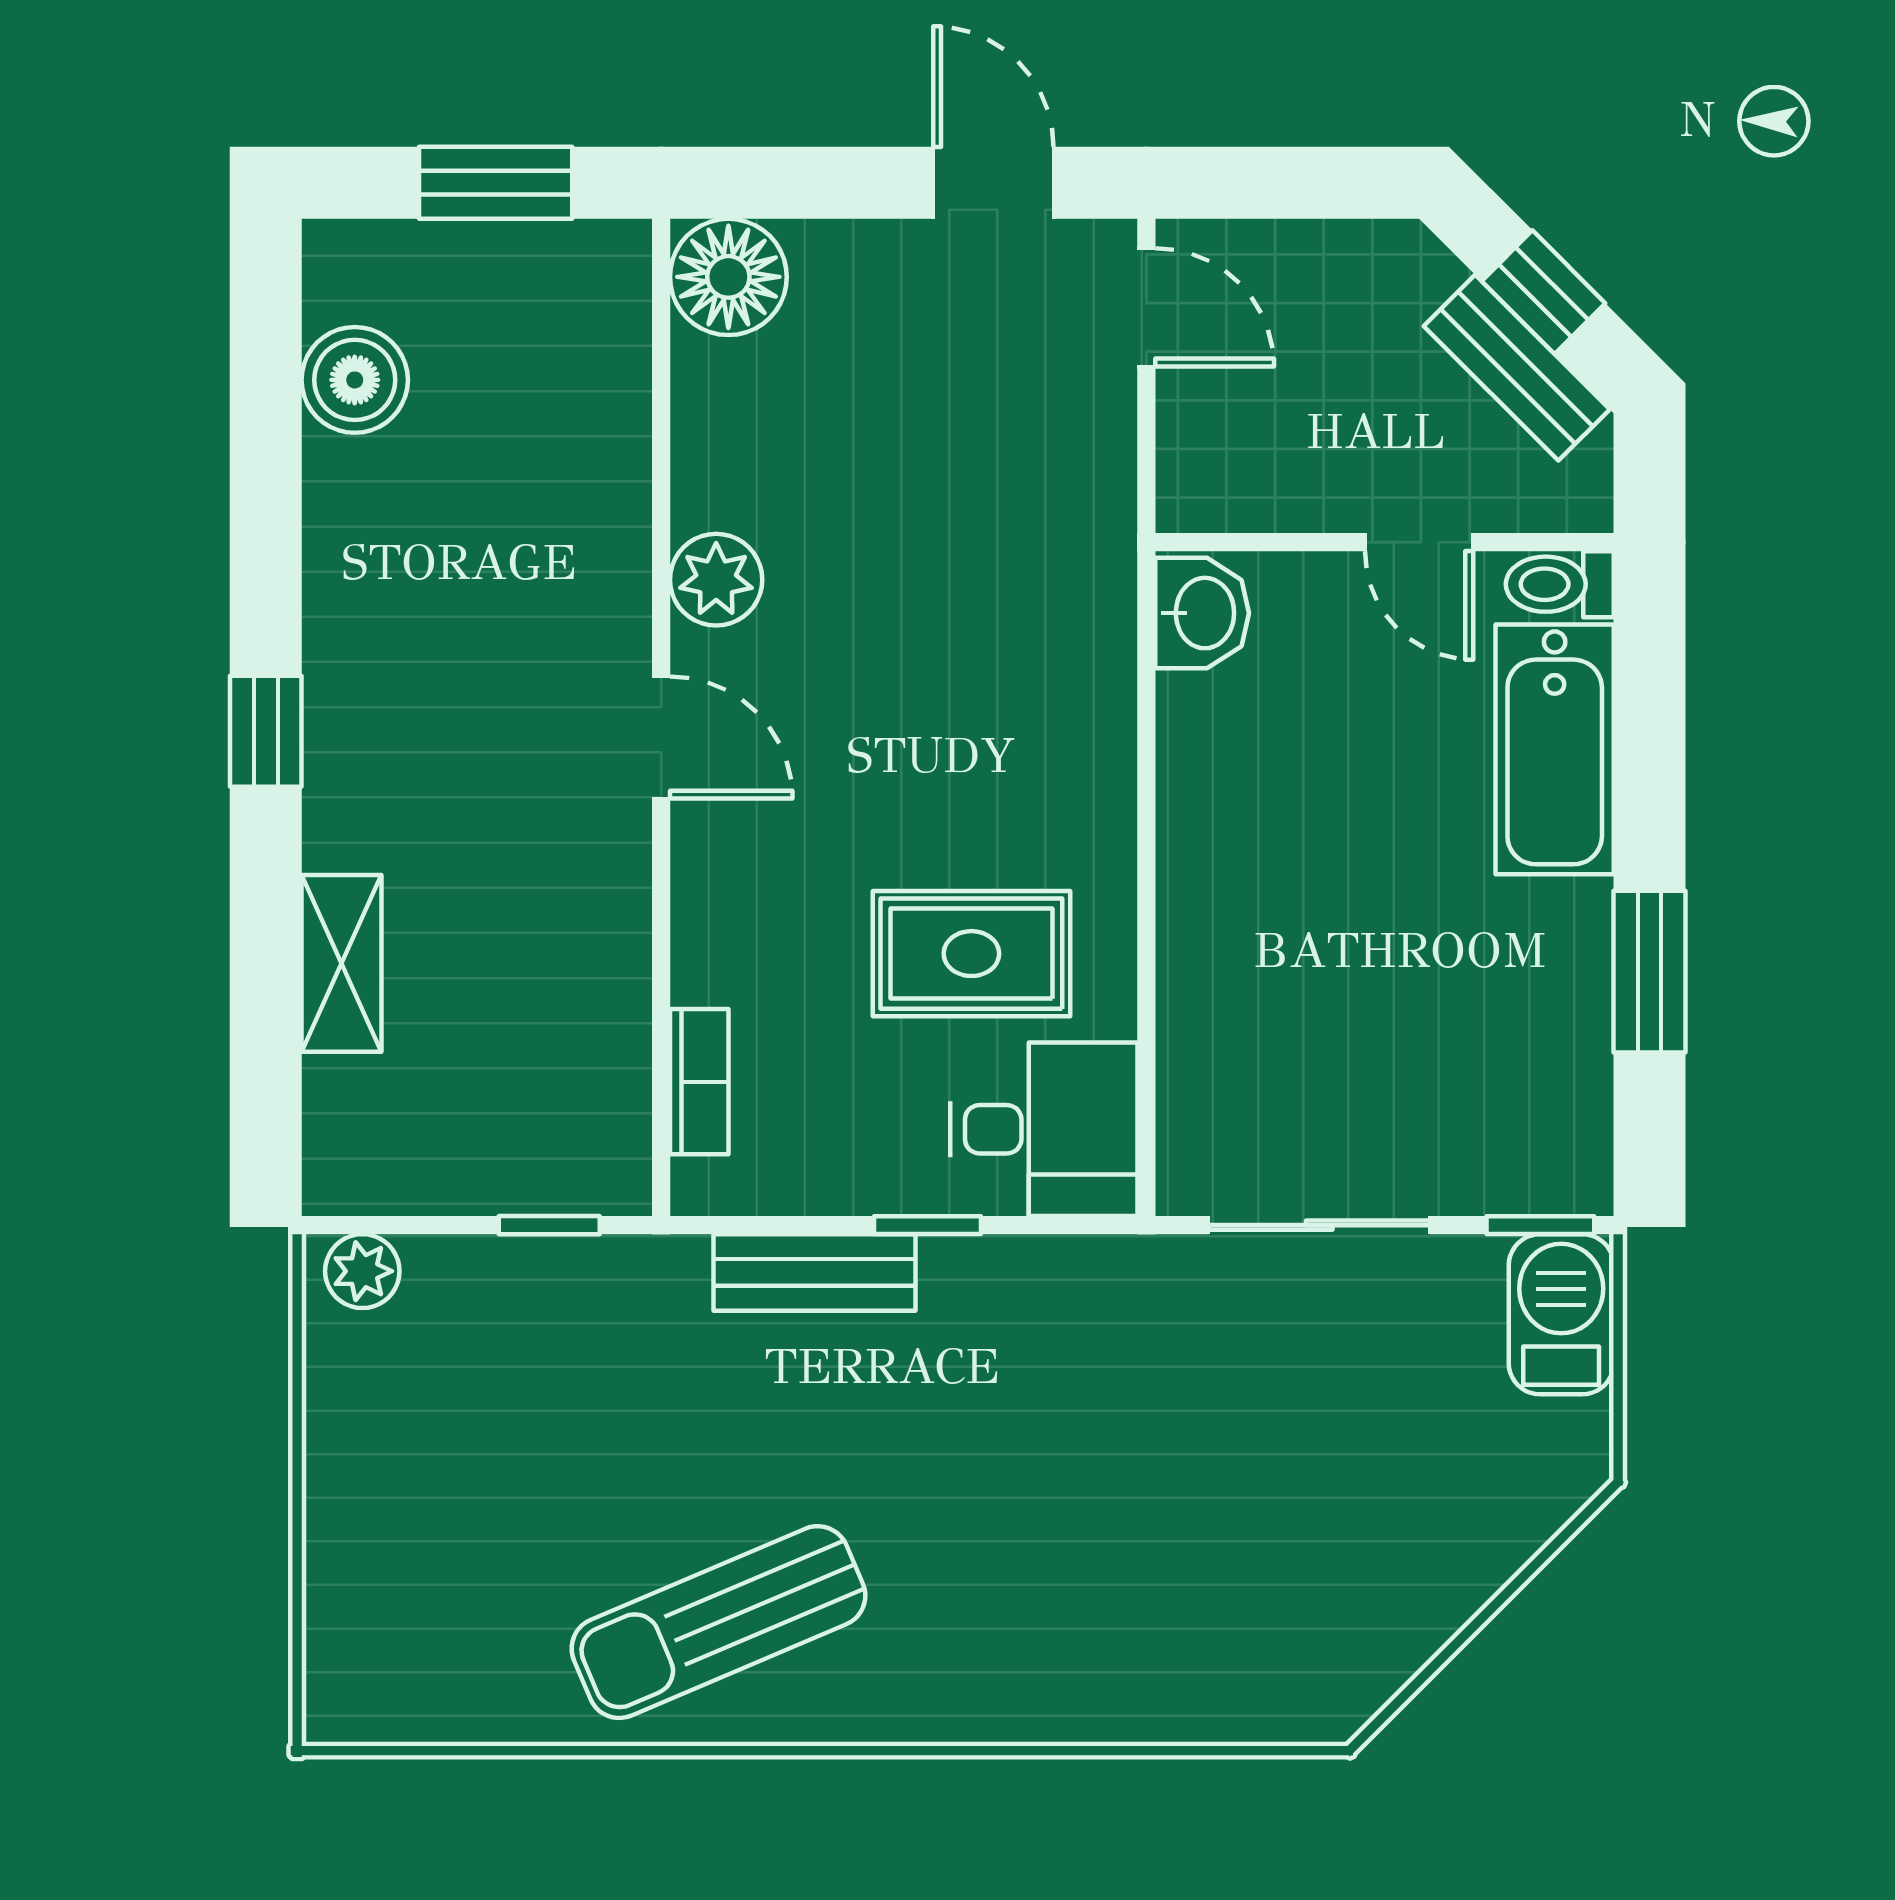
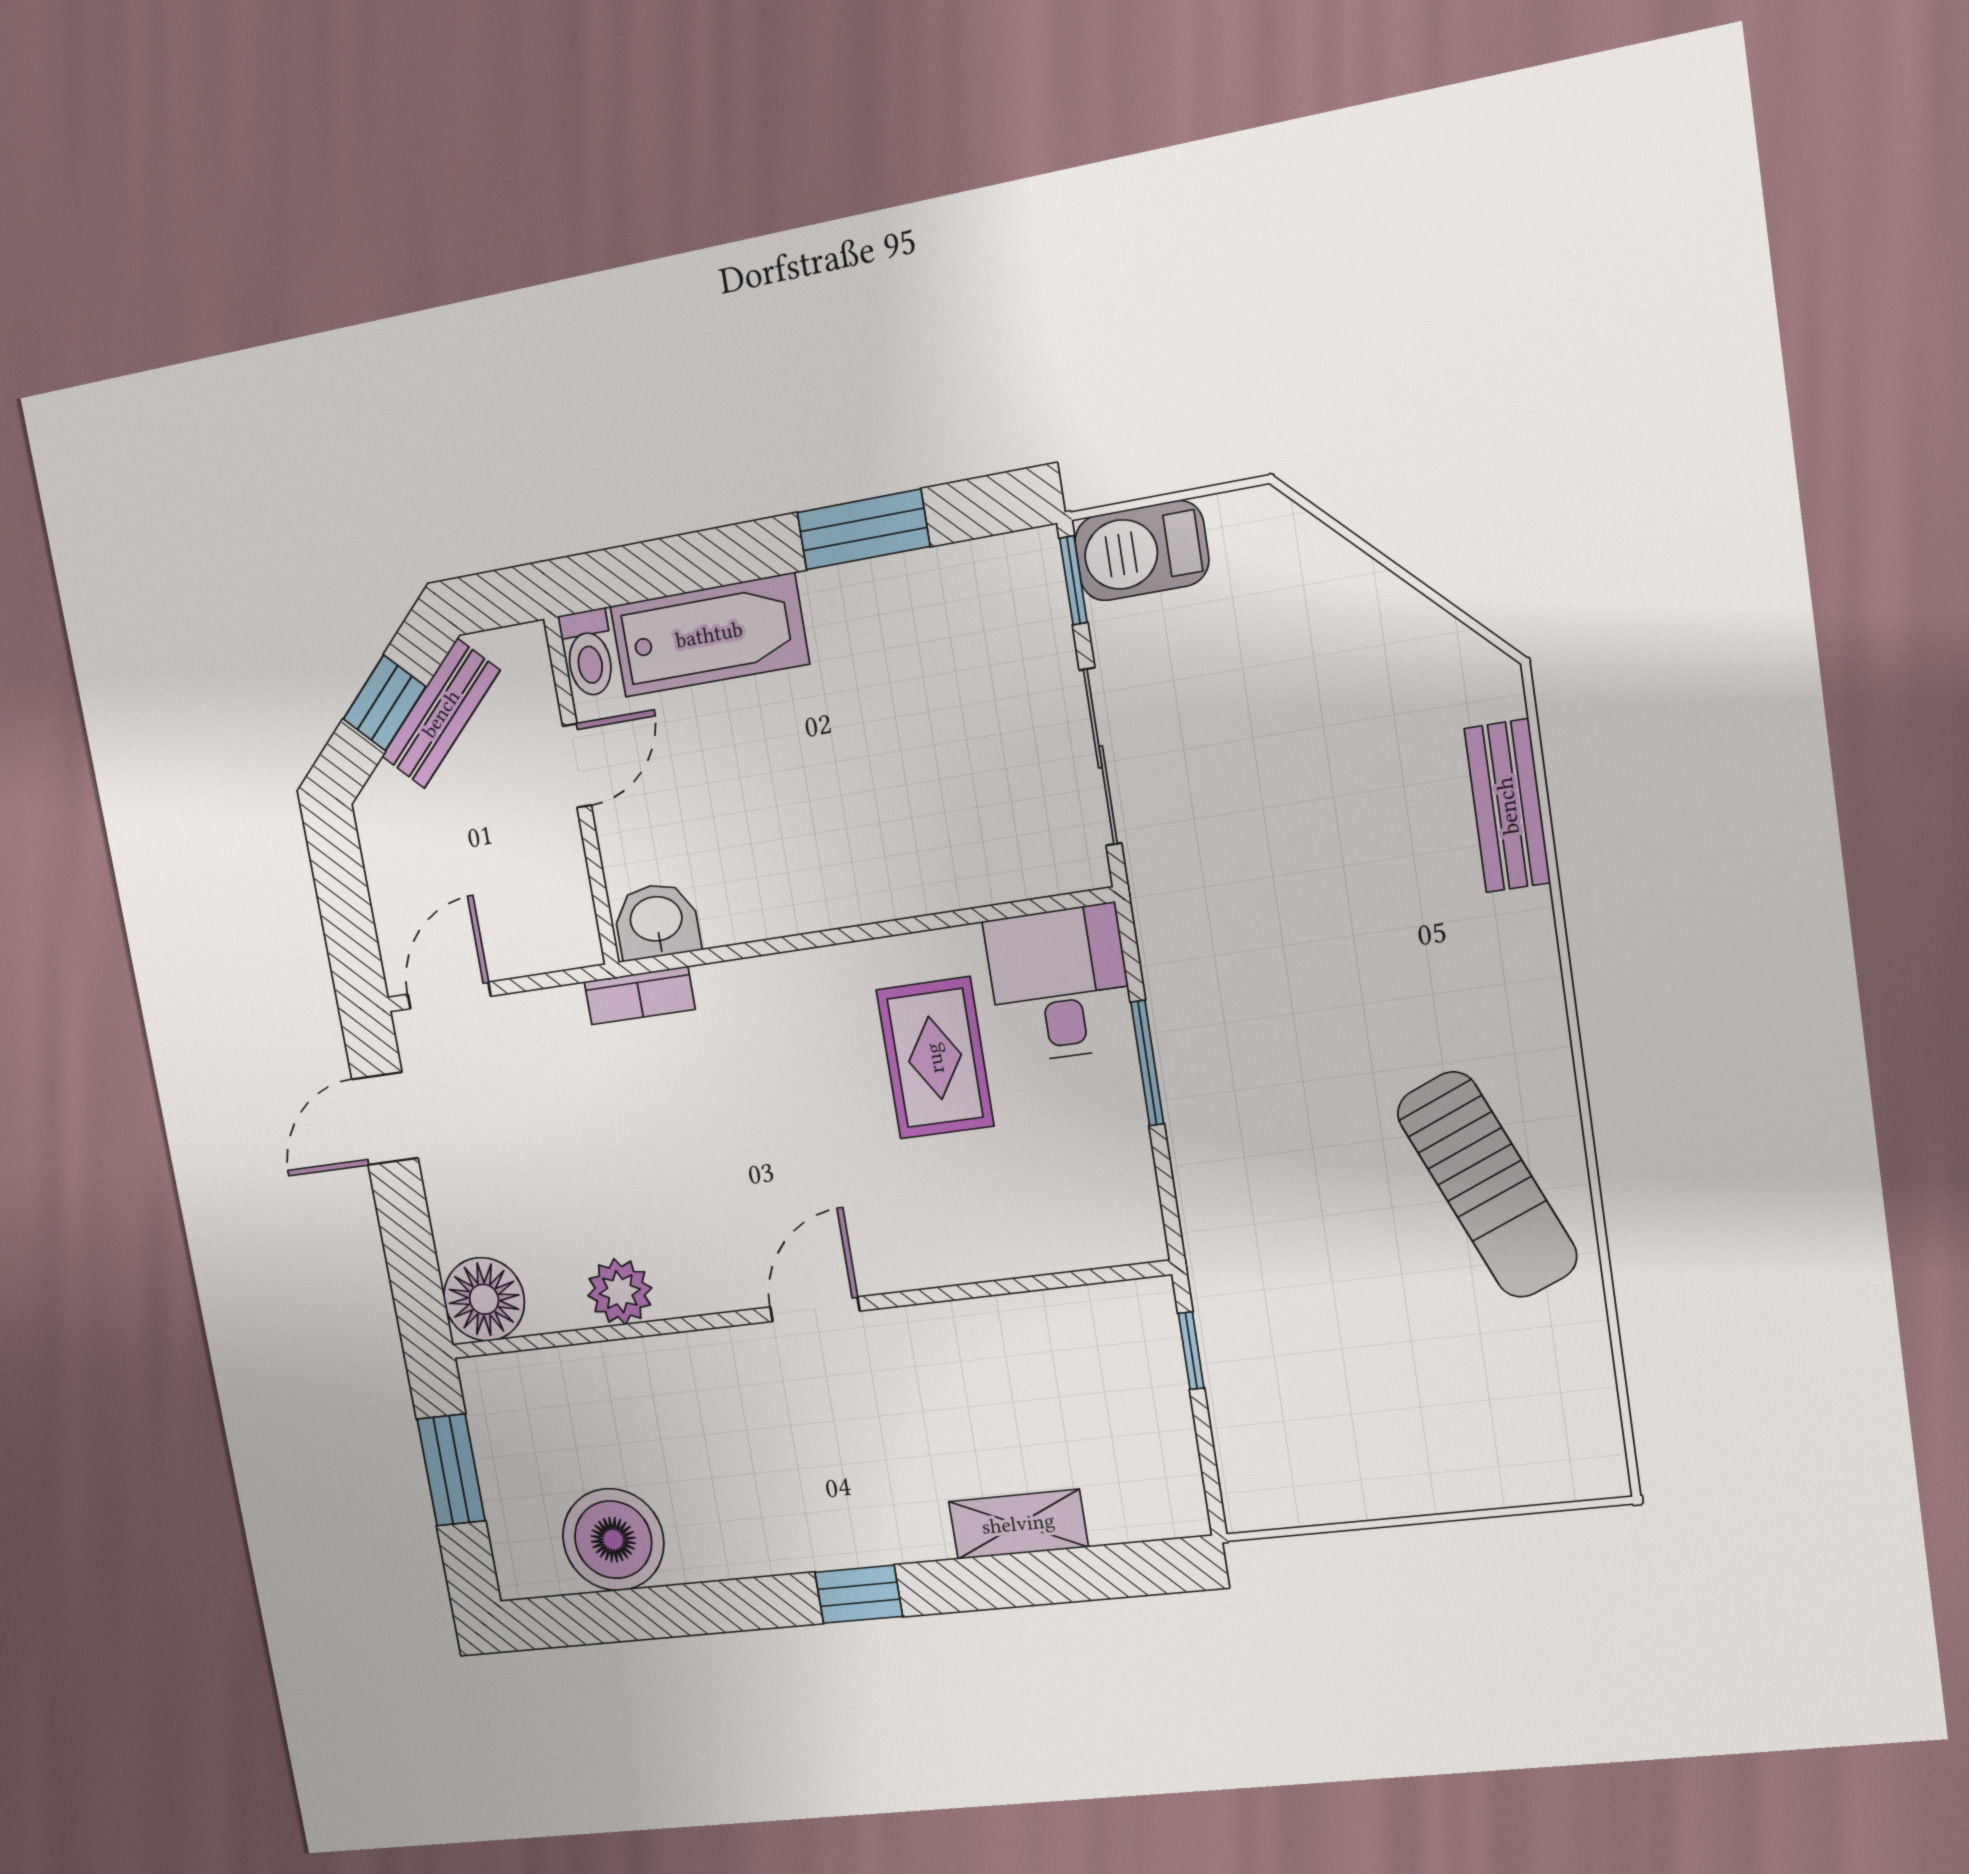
boiler: (355, 380) -> (613, 1540), width x1.37, depth x1.37
plant: (716, 580) -> (620, 1292), moved
bookcase: (699, 1082) -> (639, 996), moved, turned 180
window: (927, 1225) -> (1147, 1063), width x1.50
plant: (362, 1271) -> (1248, 1487), removed
bench: (815, 1272) -> (1508, 806), moved

